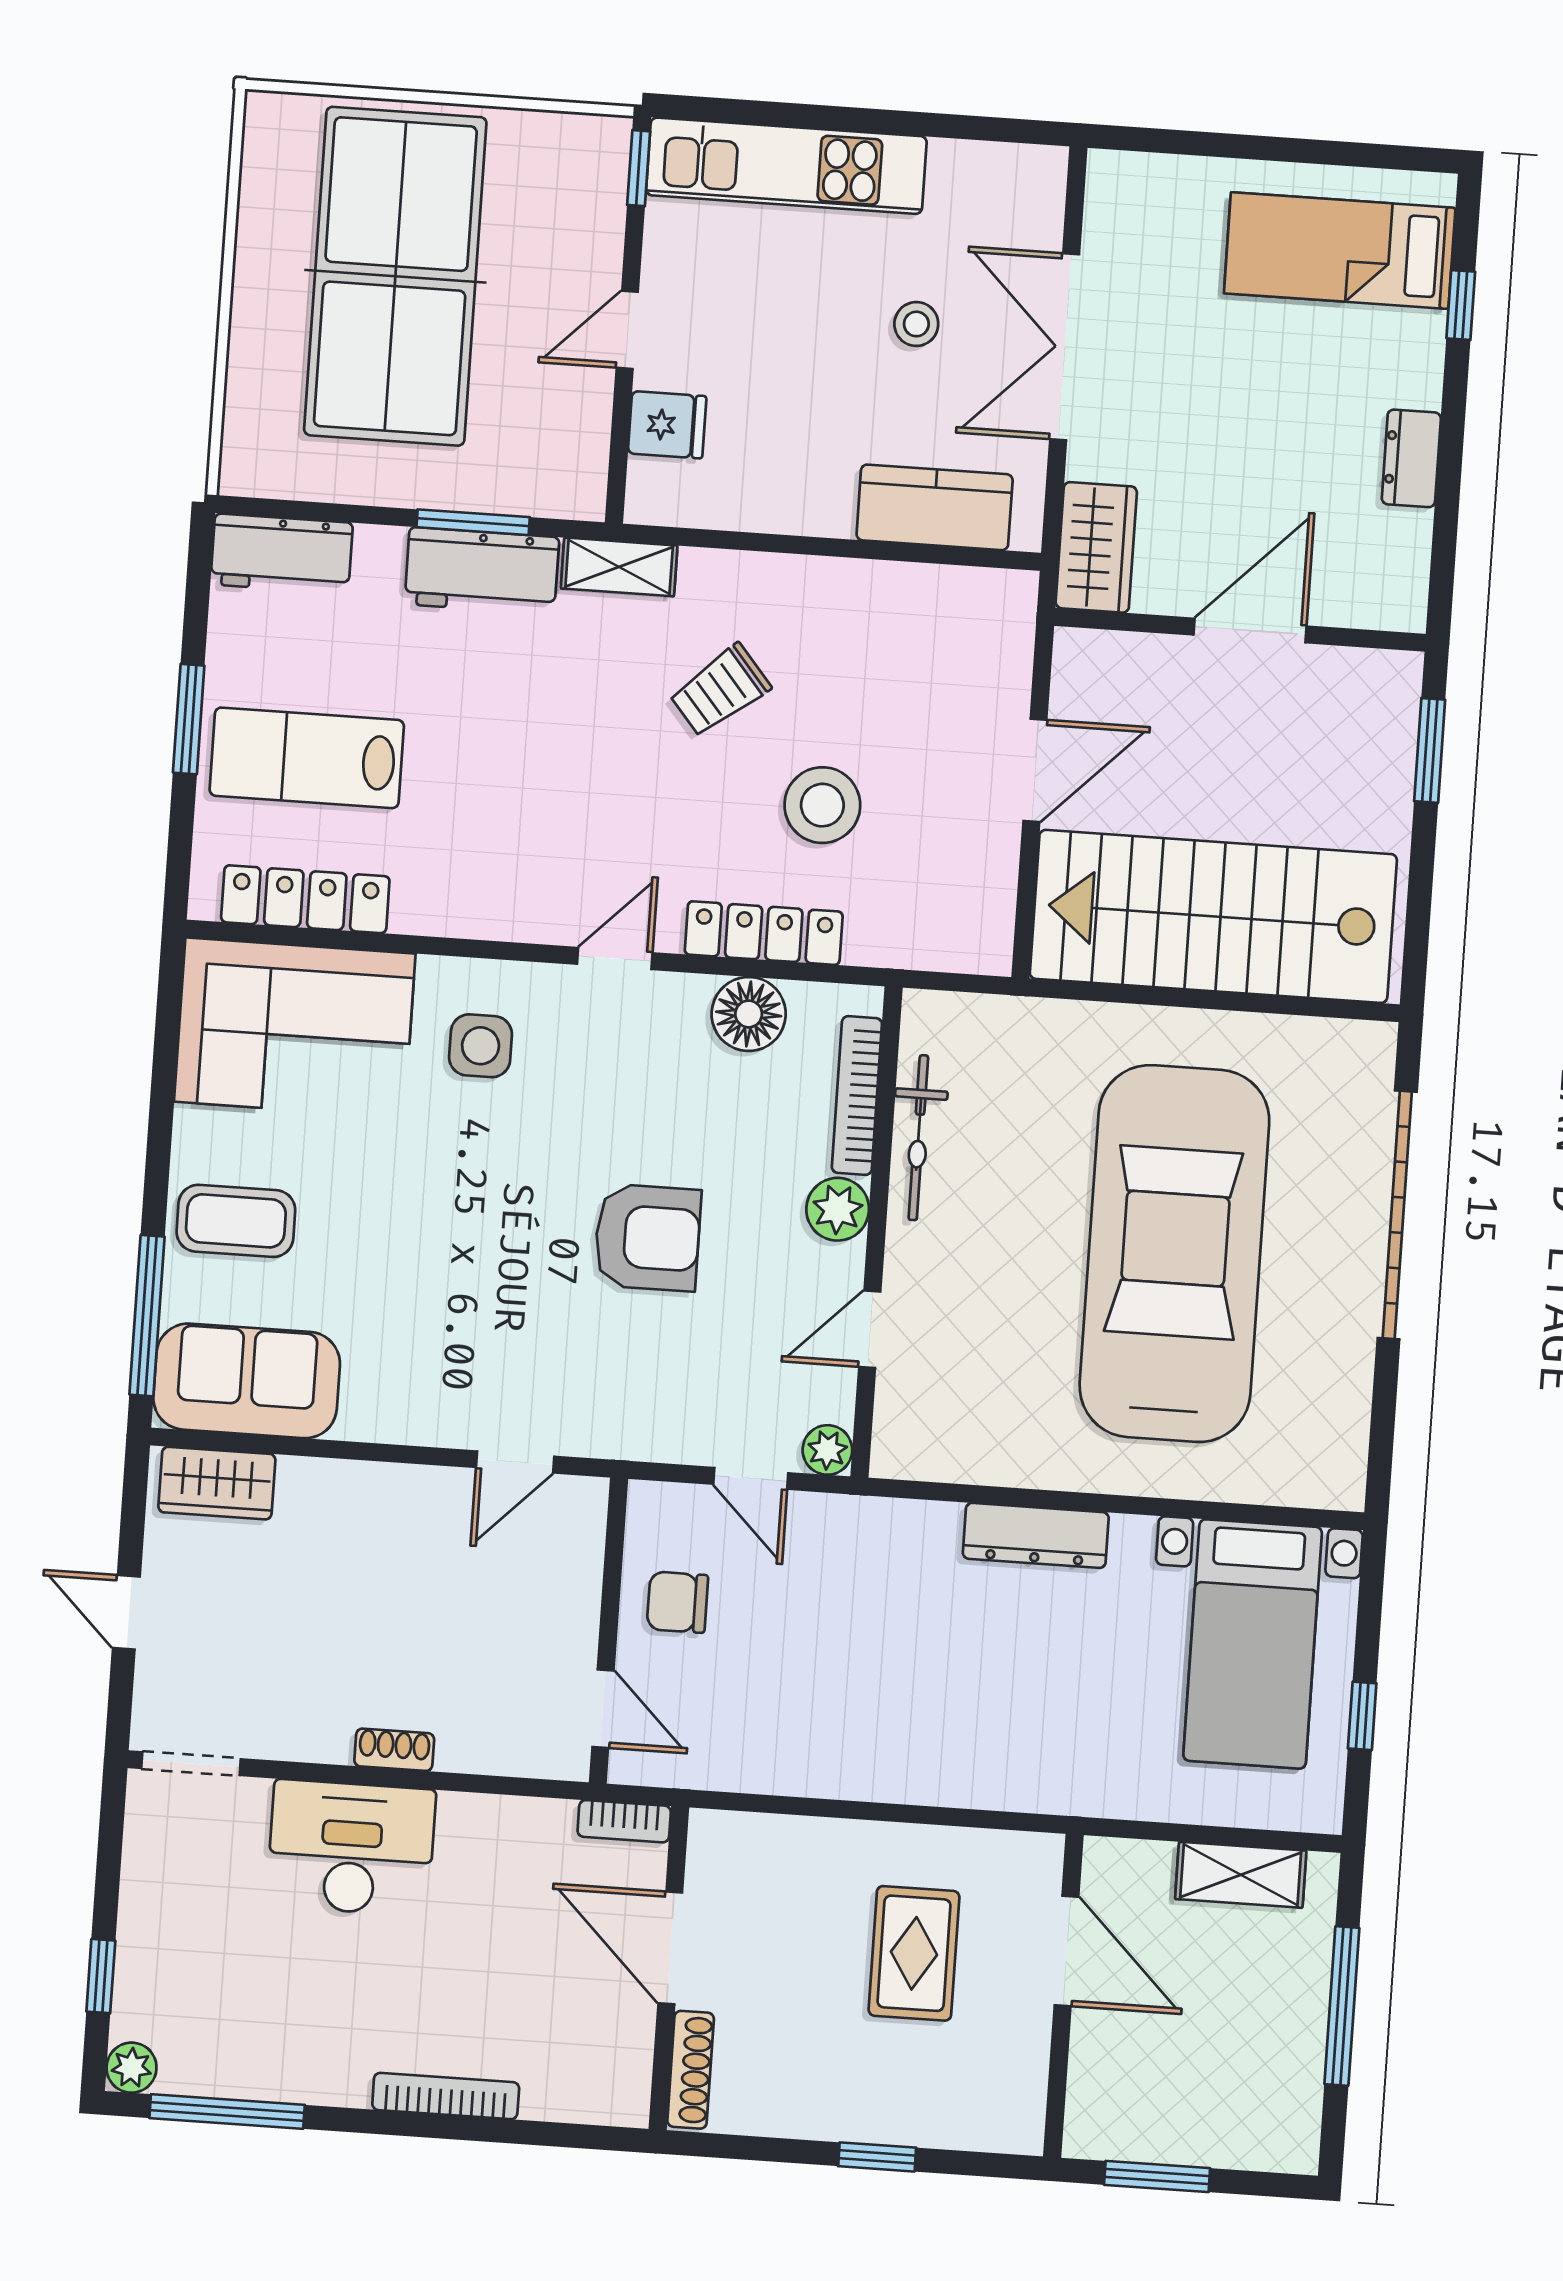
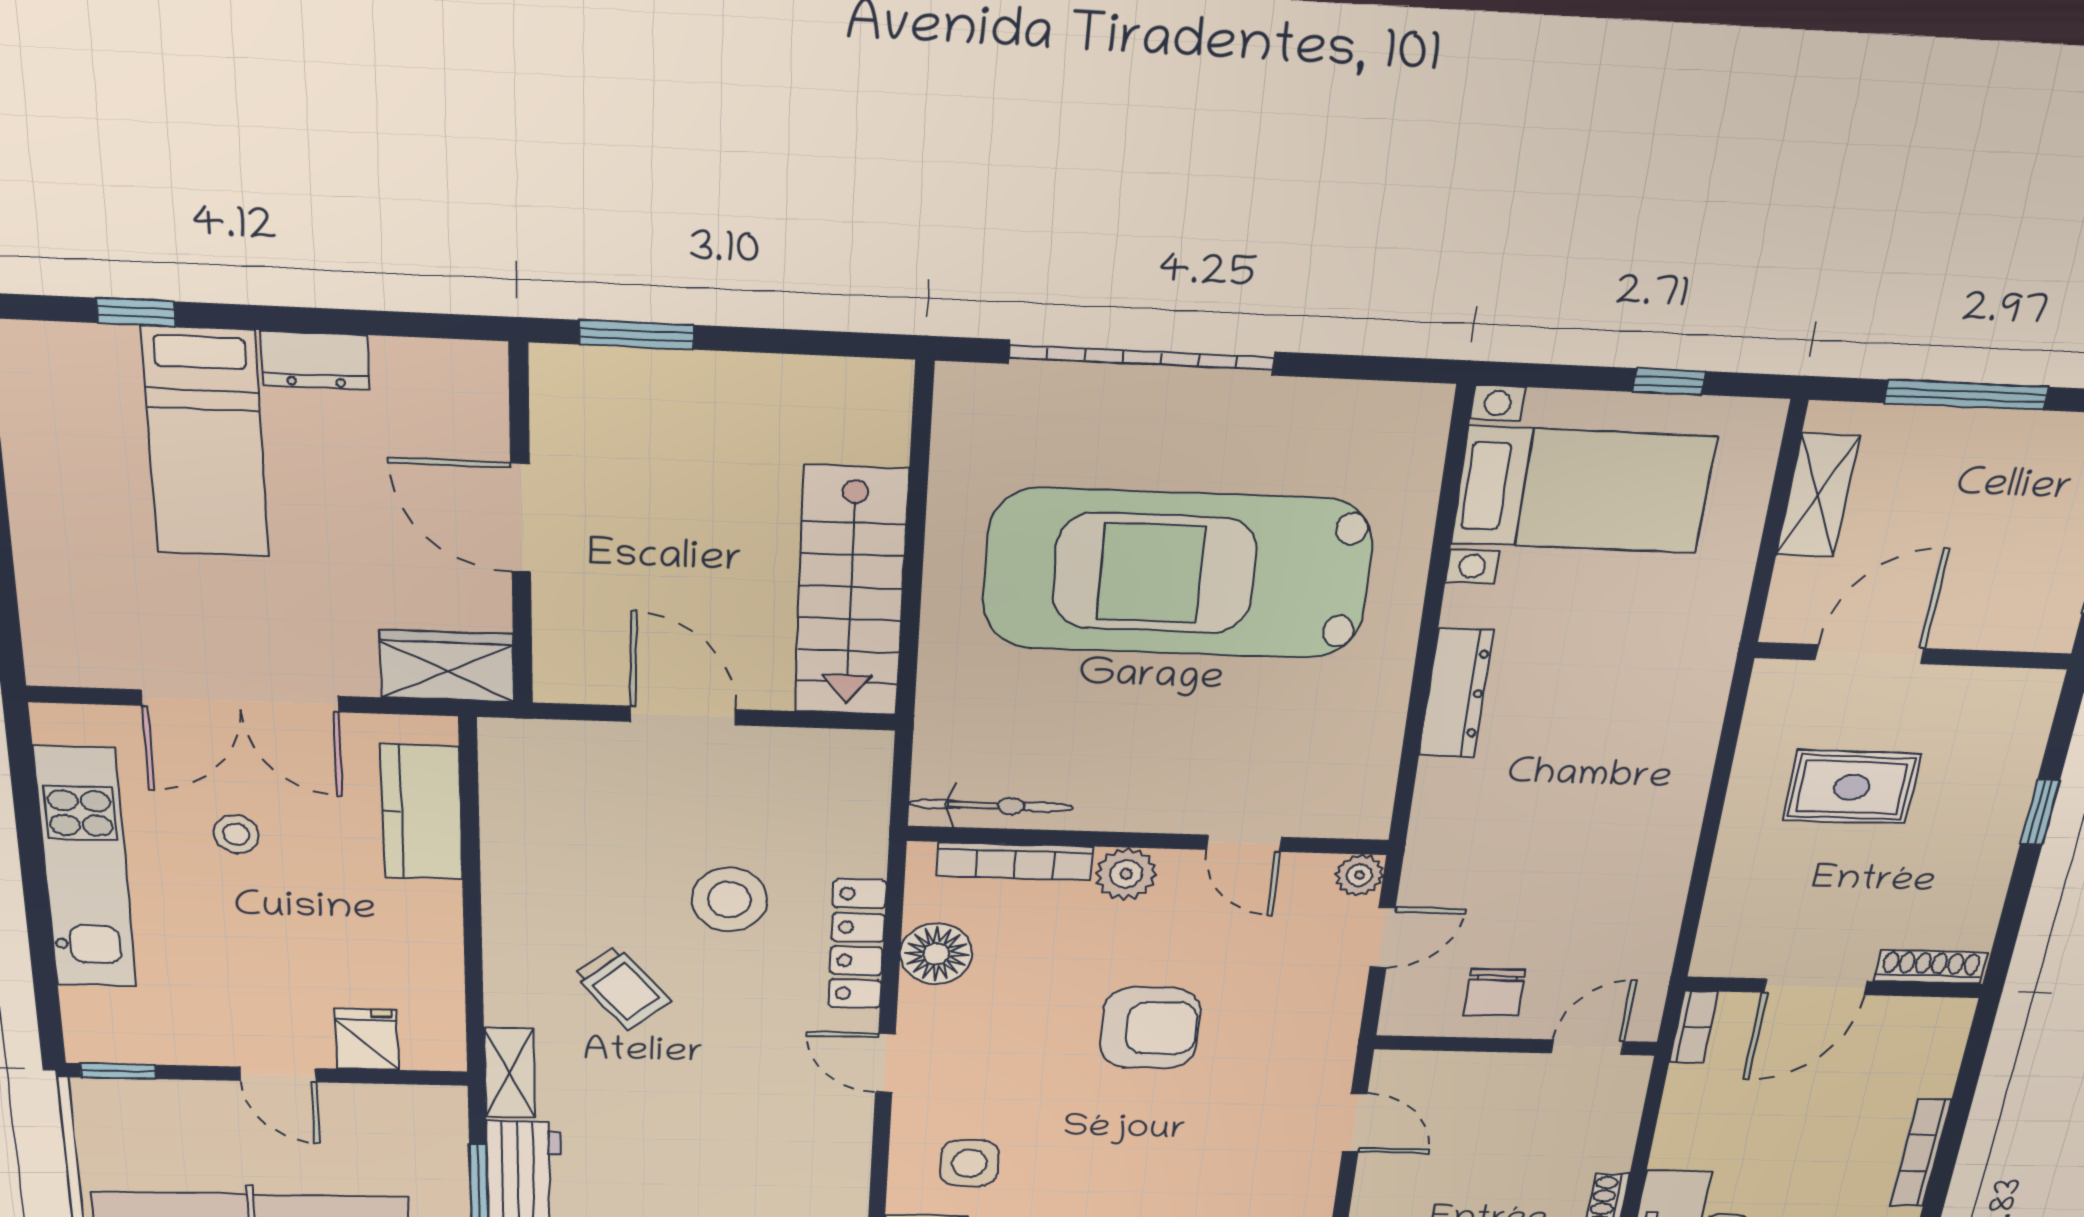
kitchen unit: (786, 166) -> (86, 869), moved
bed: (1340, 251) -> (206, 443), moved
stairs: (1213, 916) -> (851, 592), width x0.73, depth x0.66
bicycle: (918, 1138) -> (991, 806), moved
armchair: (647, 1238) -> (1150, 1028), turned 90

